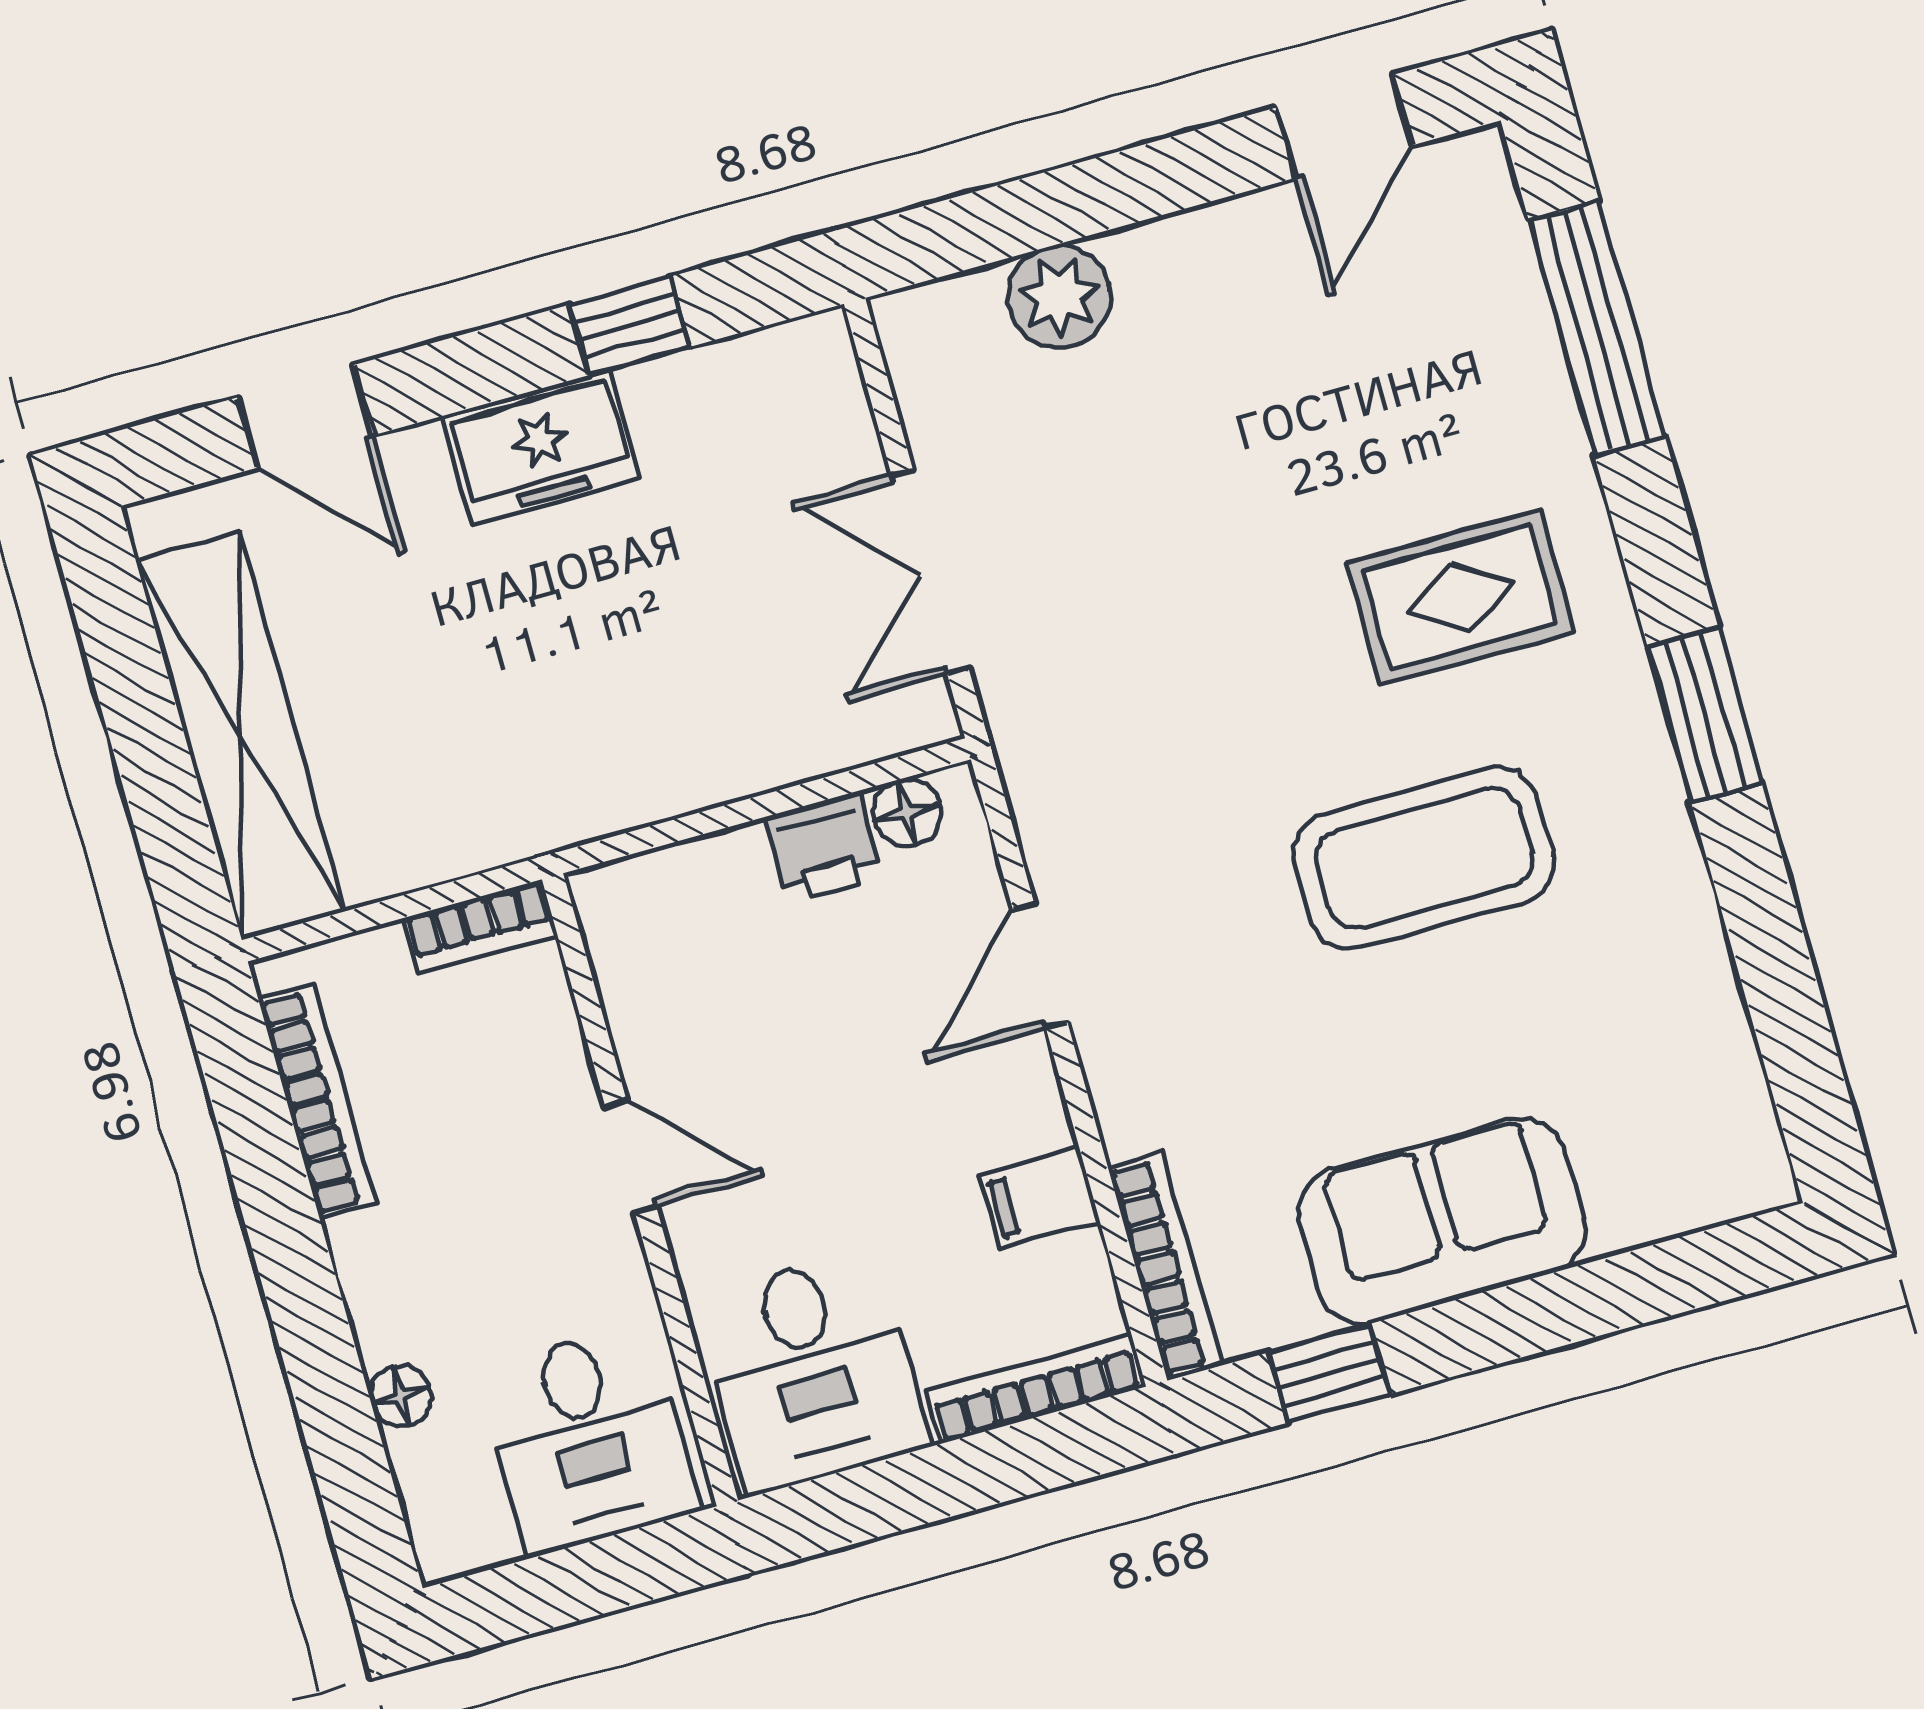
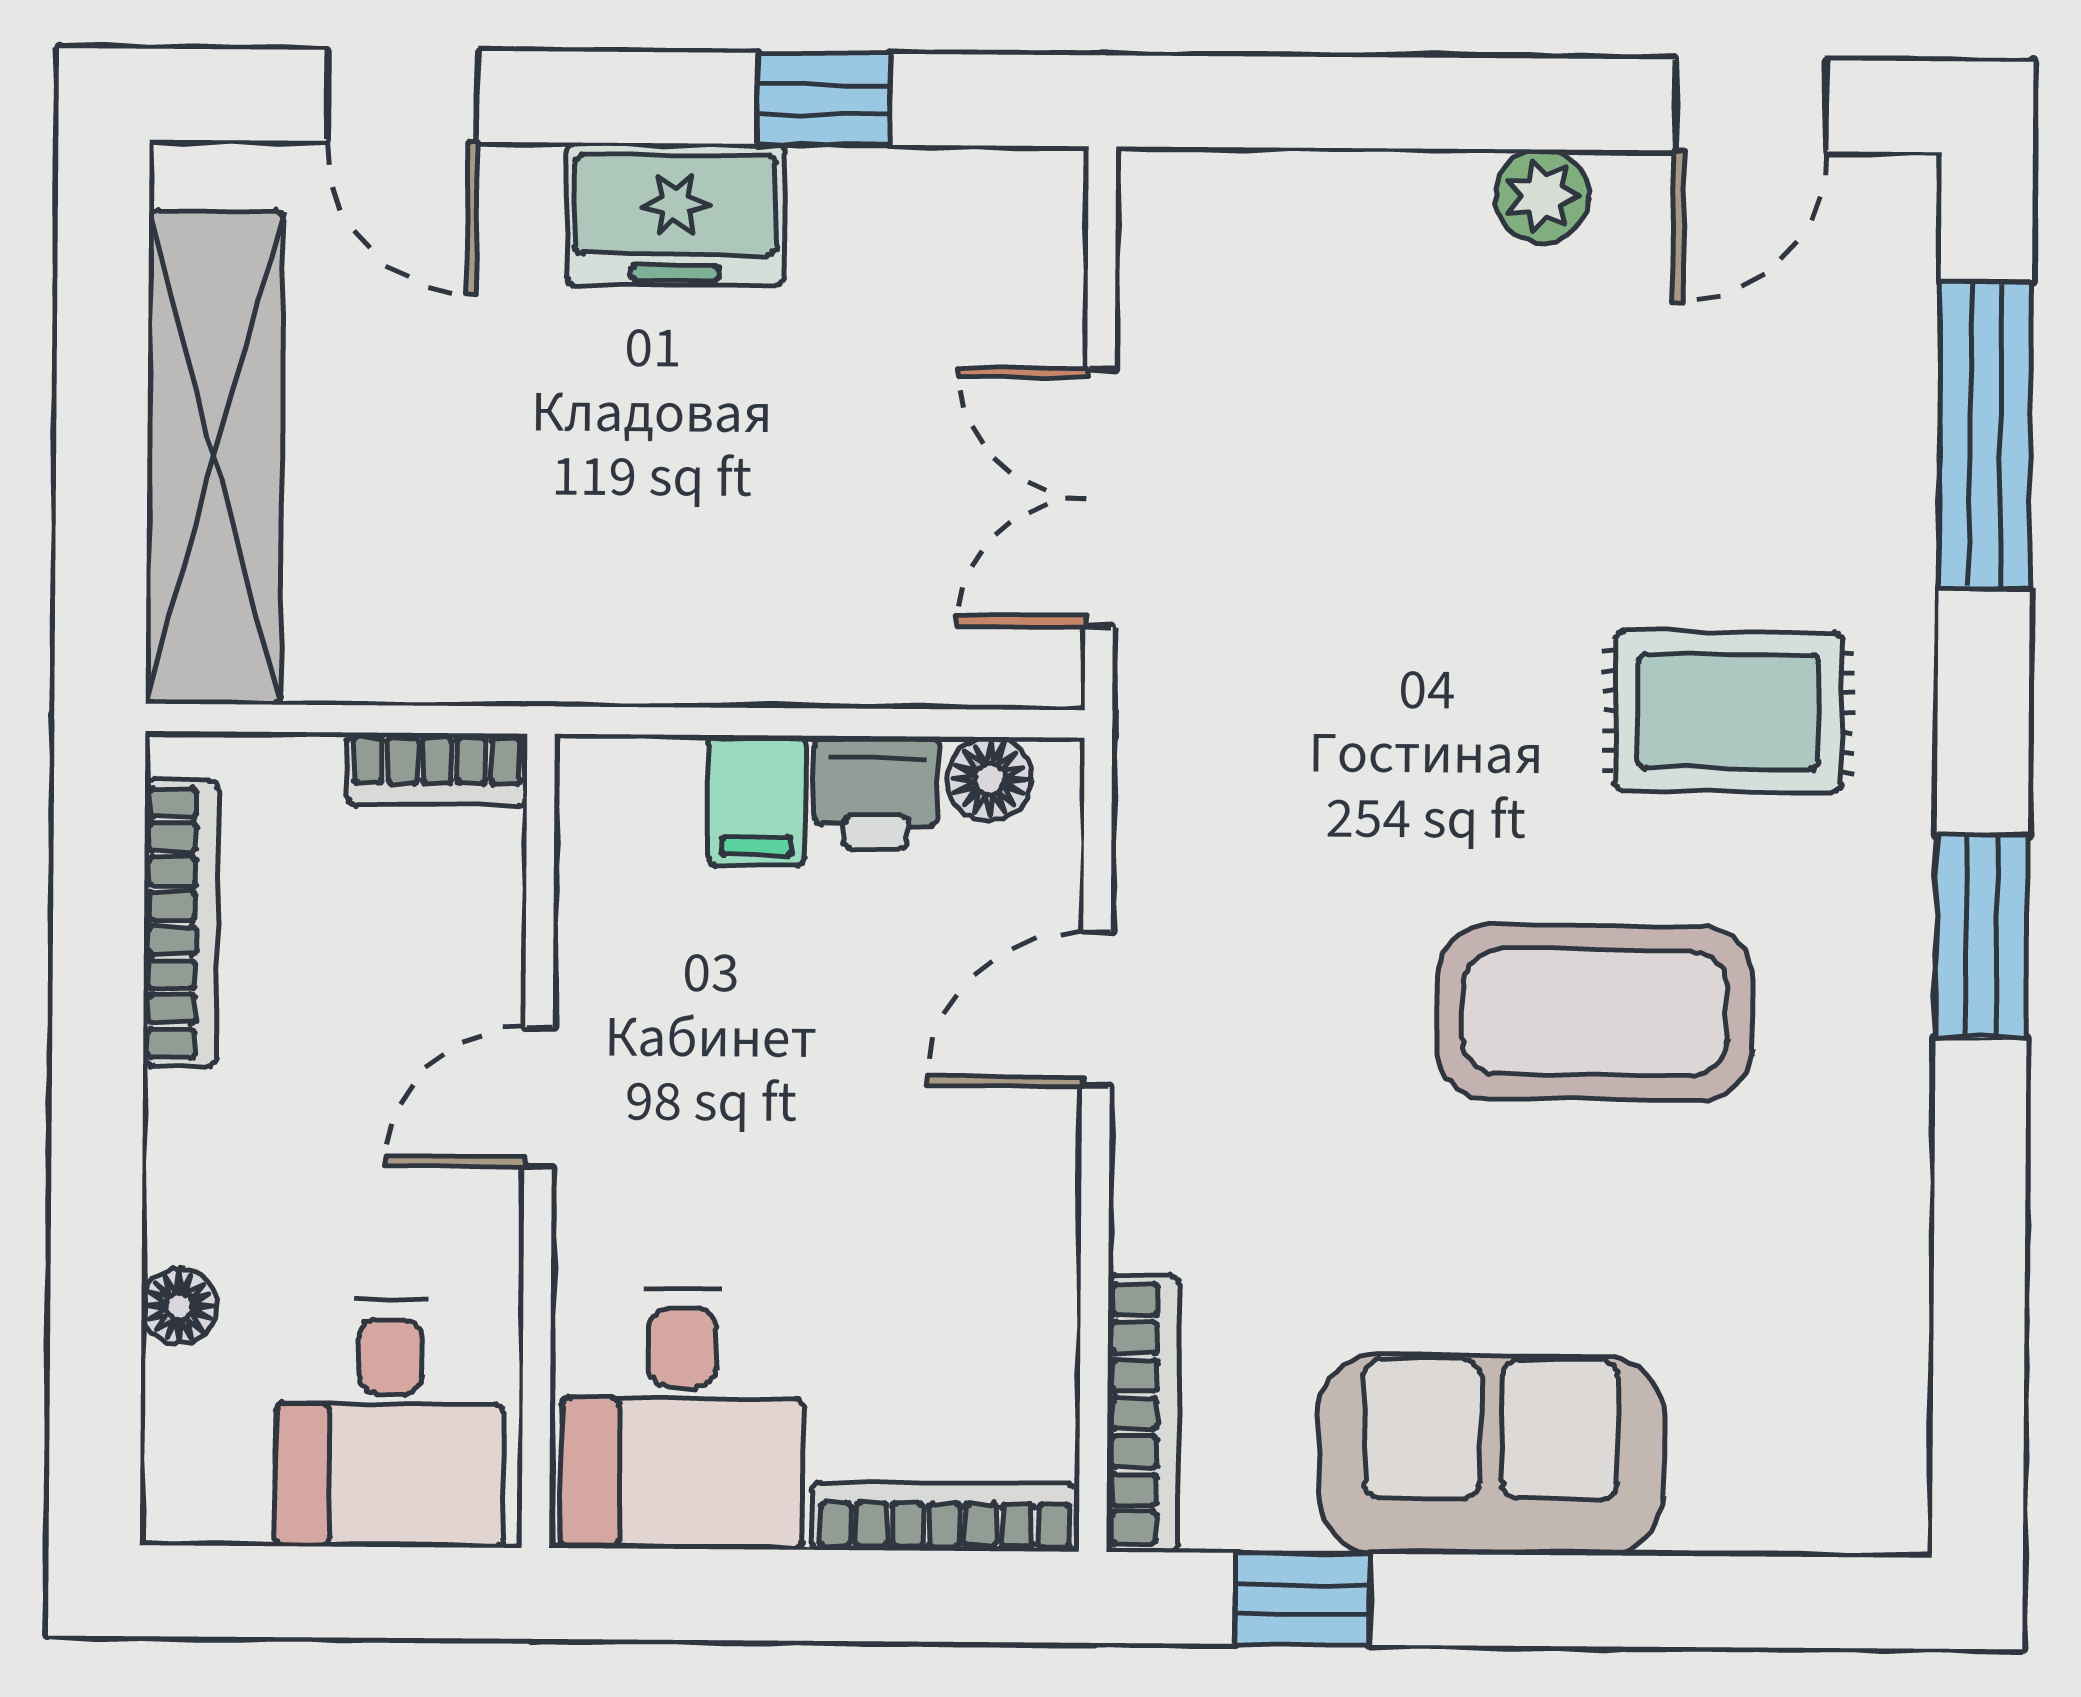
plant: (1060, 297) -> (1542, 196), moved, width x0.73, depth x0.73
door: (631, 1156) -> (539, 1097), swing flipped
filing cabinet: (1040, 1198) -> (756, 800), moved, turned -90

